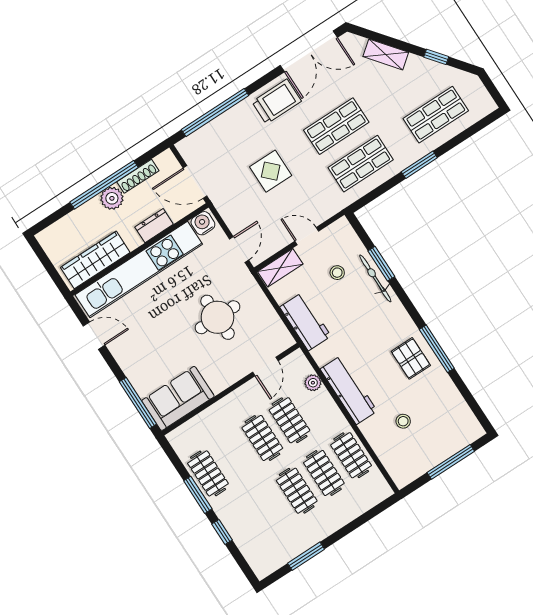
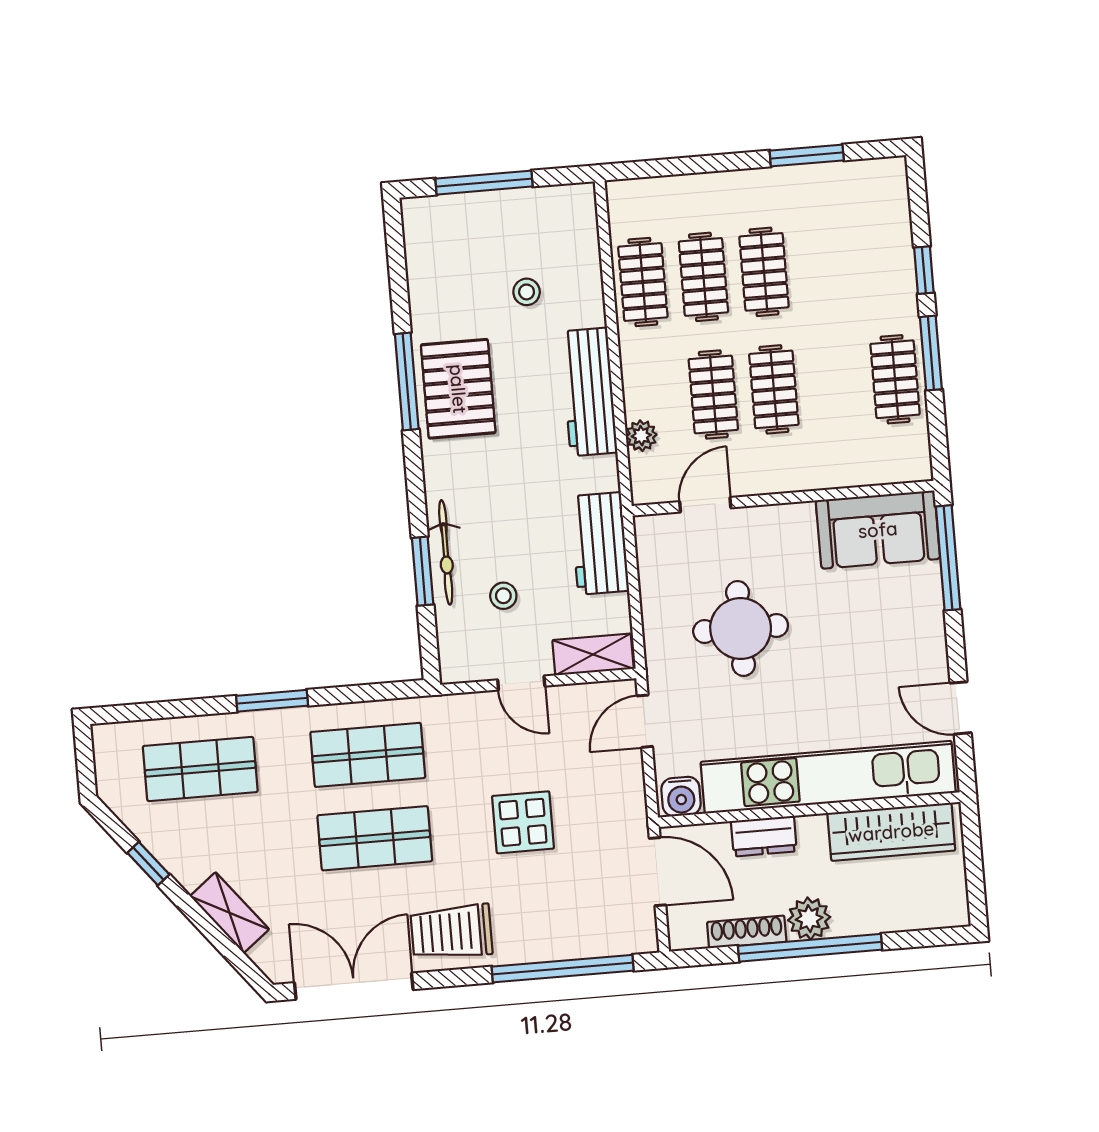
pallet: (411, 358) -> (458, 389), width x1.50, depth x1.42

